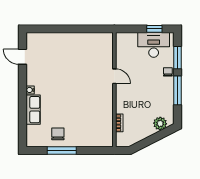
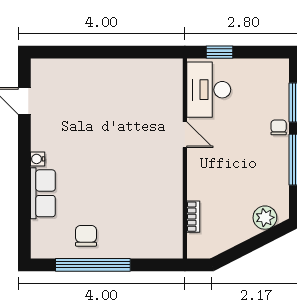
window: (154, 29) -> (219, 52), moved
desk: (154, 45) -> (209, 90), moved, turned -90
window: (62, 150) -> (93, 265), width x1.46

